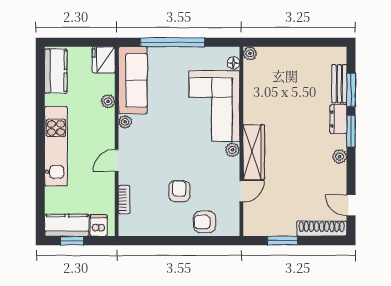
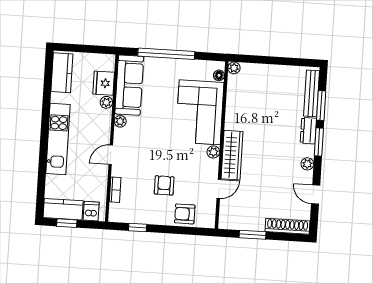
fridge: (104, 60) -> (104, 83), moved
bench: (339, 84) -> (312, 93), width x1.36
door: (351, 205) -> (316, 195), moved
window: (152, 241) -> (138, 228), added

